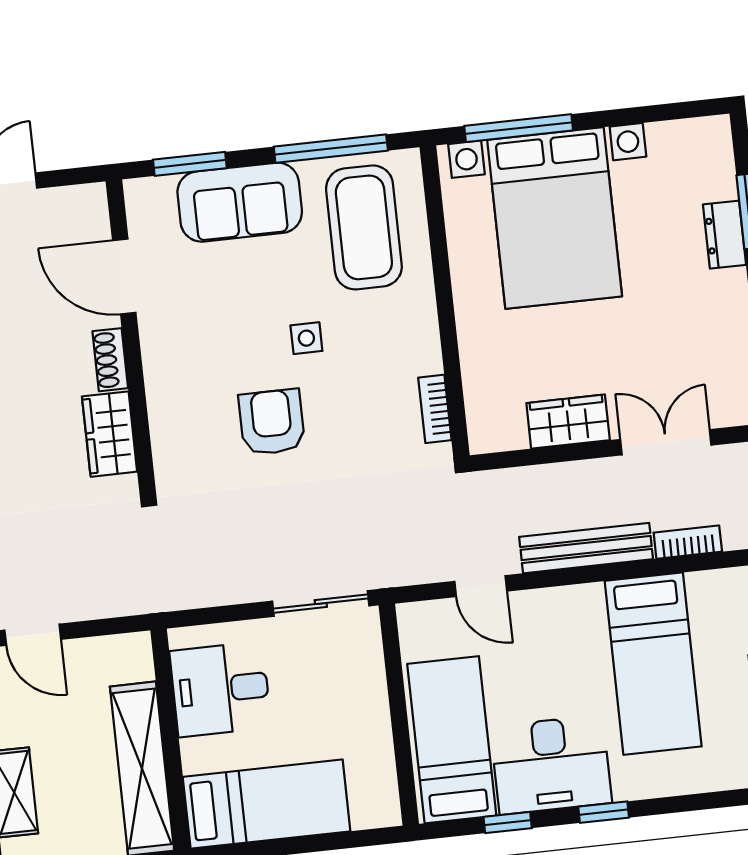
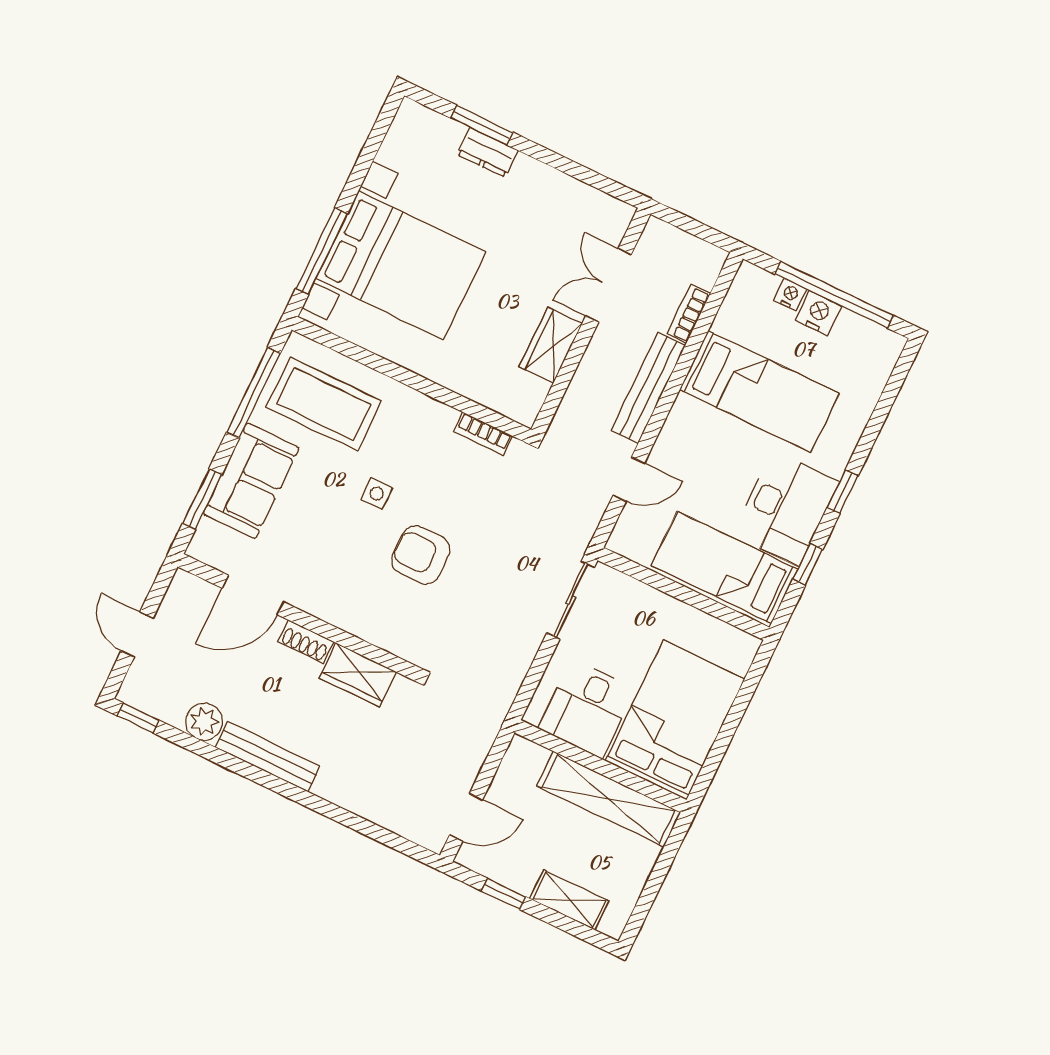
bed: (267, 804) -> (675, 720), width x1.50

